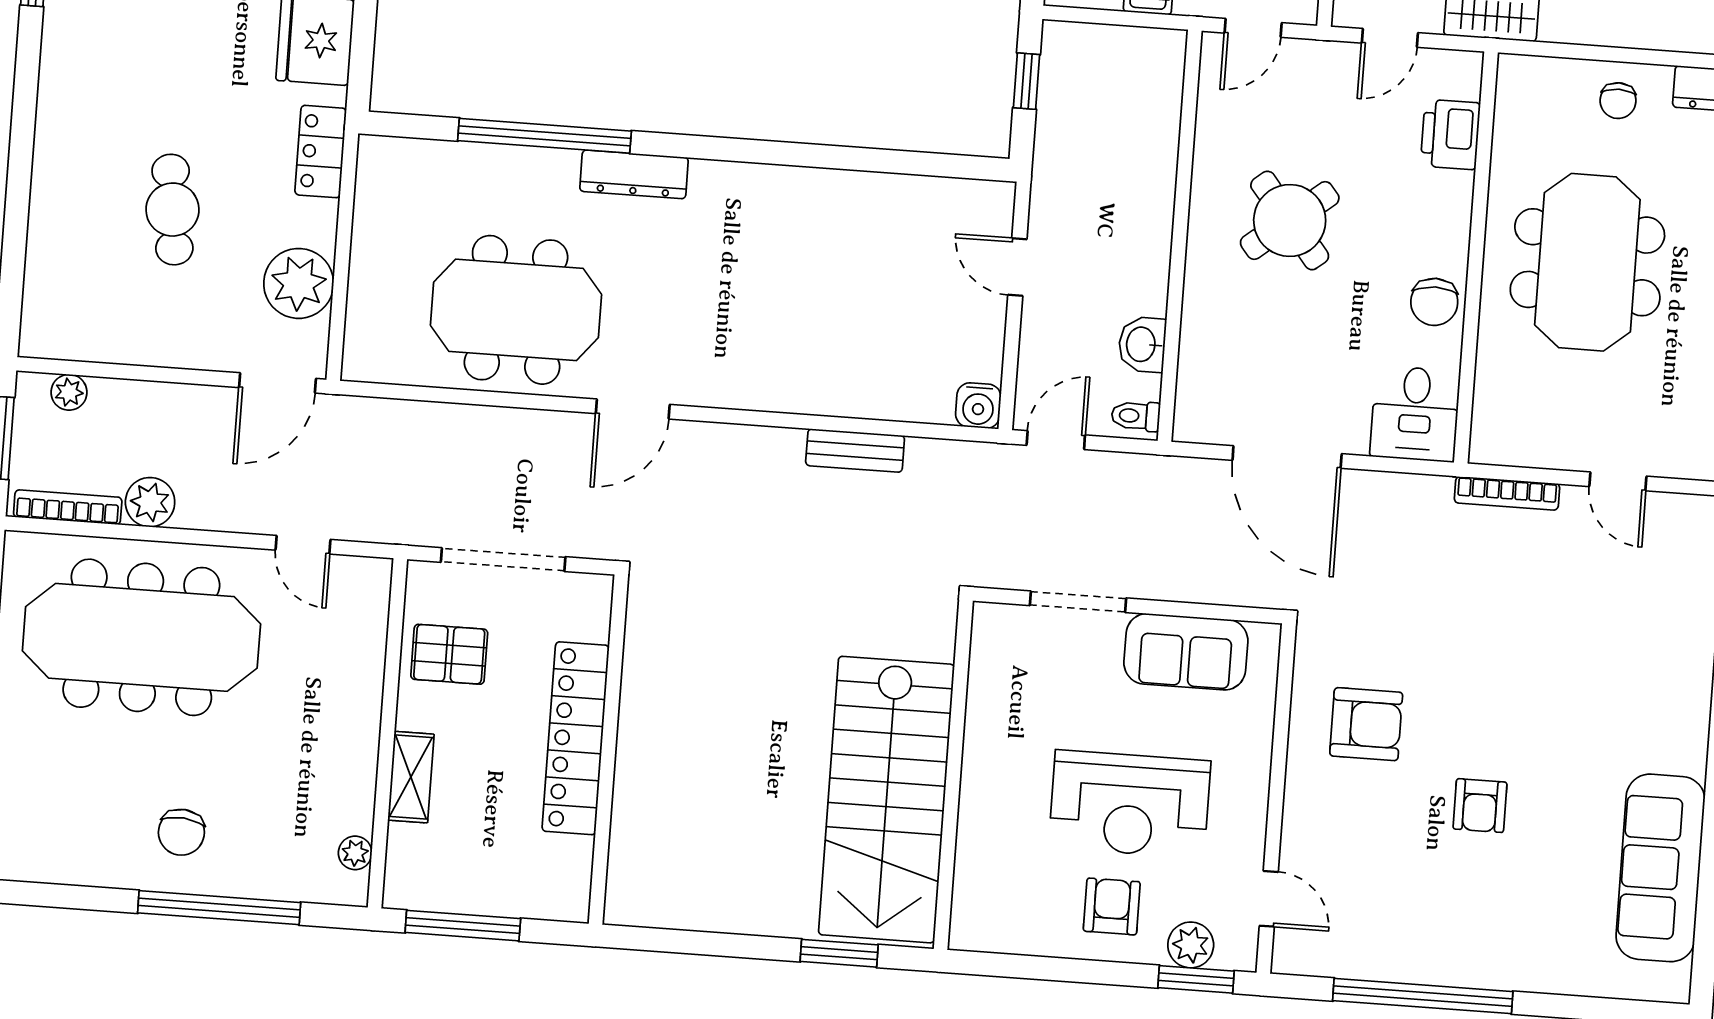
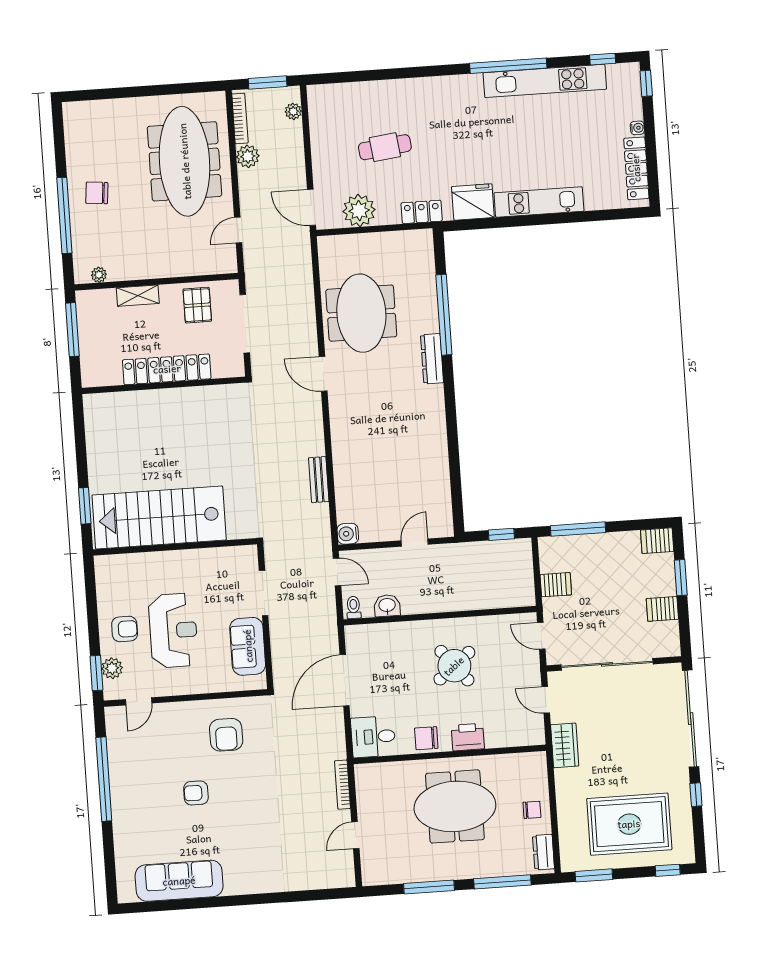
chair: (1618, 101) -> (532, 810), turned 180
printer: (1450, 134) -> (468, 737), moved
reception desk: (1130, 804) -> (173, 630), turned 180

